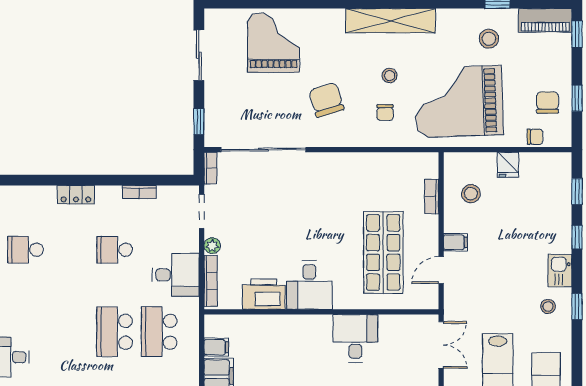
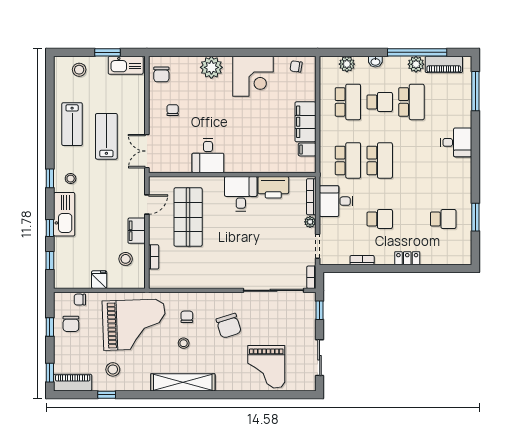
filing cabinet: (455, 242) -> (137, 231), width x2.00
kitchen sink: (560, 271) -> (64, 214), width x1.88, depth x1.24

